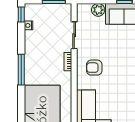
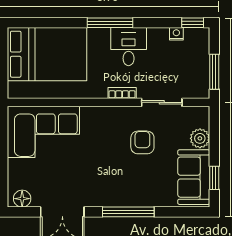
desk: (37, 57) -> (129, 47), added
armchair: (94, 68) -> (142, 142), moved

